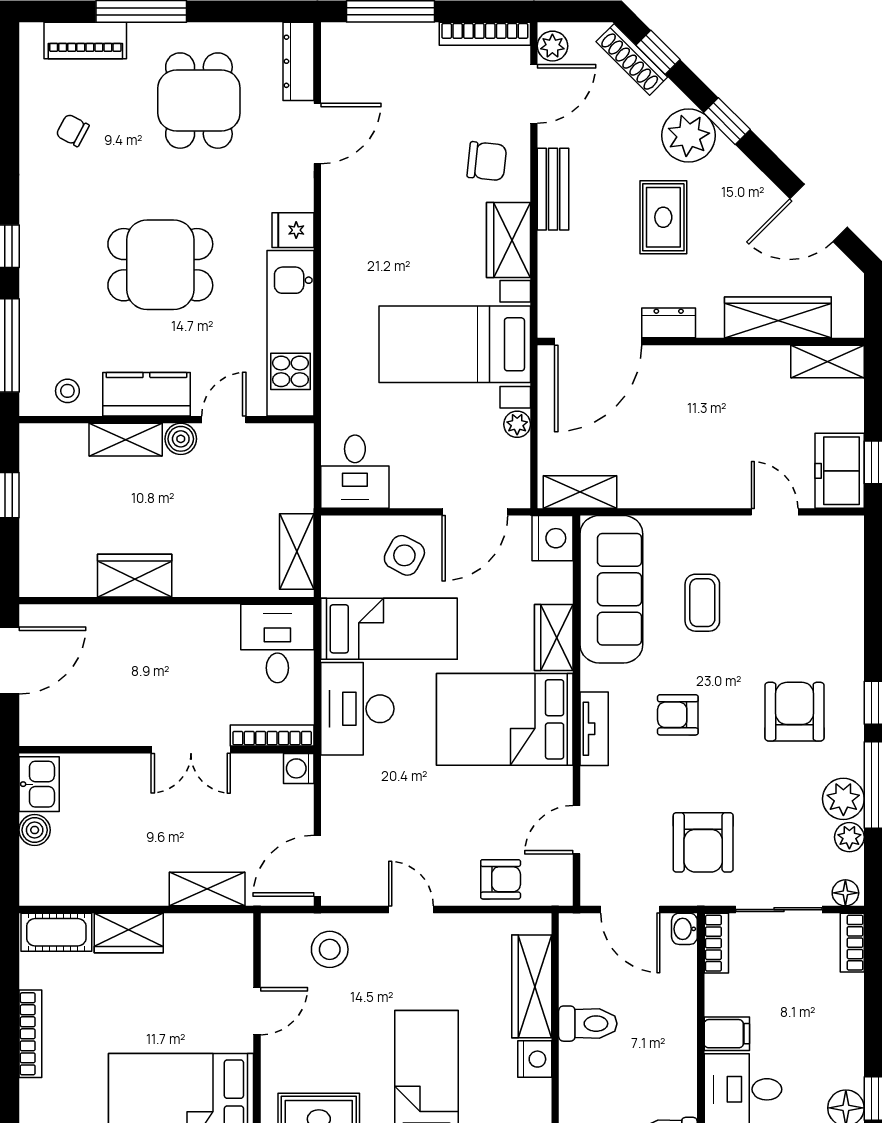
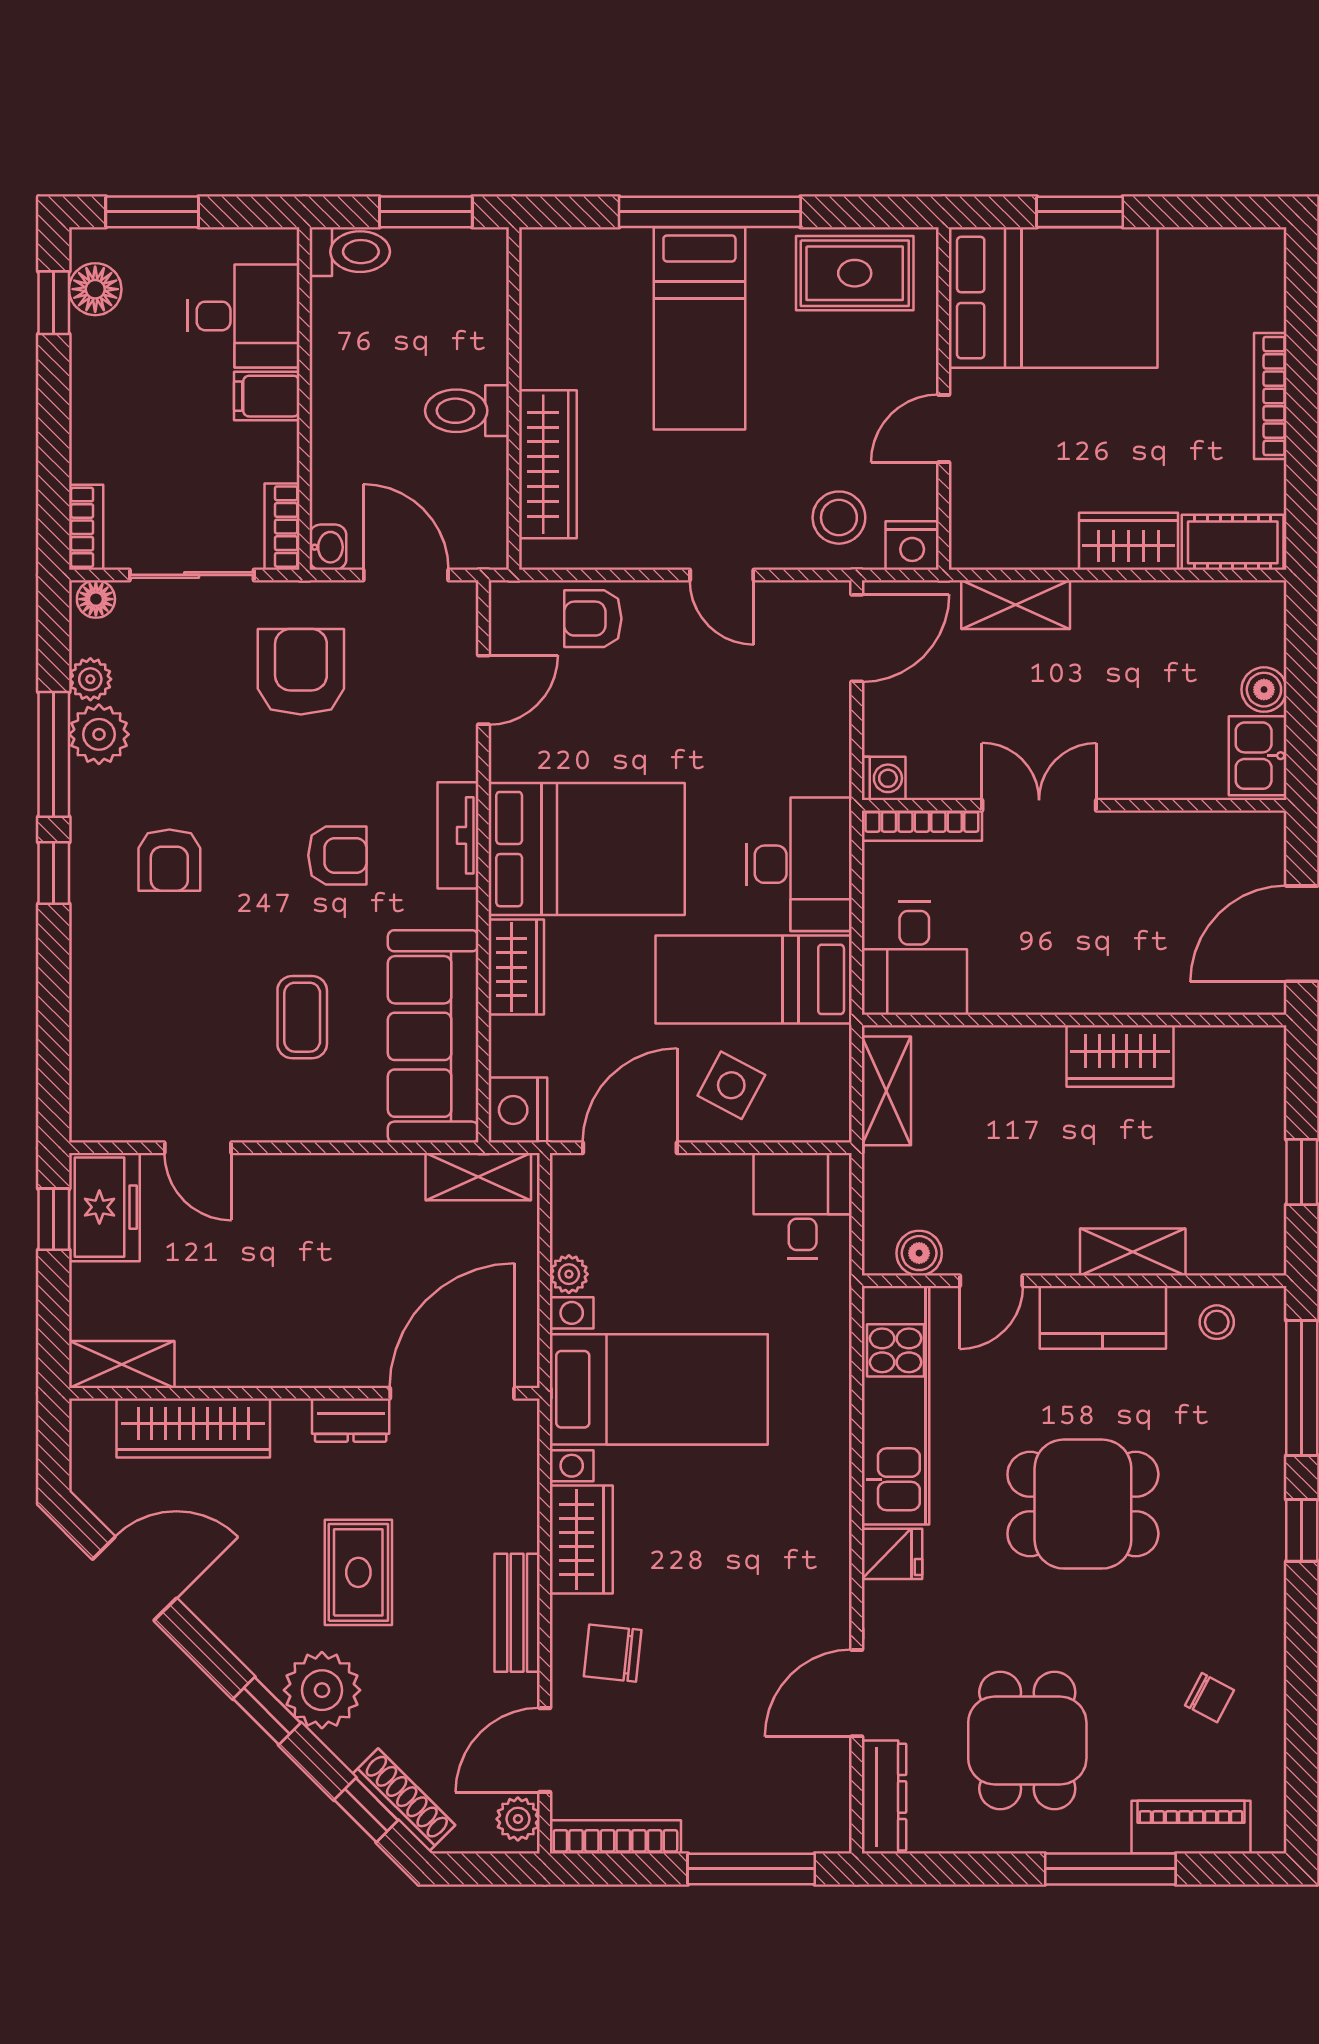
boiler: (181, 439) -> (919, 1253), moved
armchair: (794, 712) -> (169, 860), width x0.72, depth x0.72
nightstand: (535, 1059) -> (912, 546), moved, turned -90

